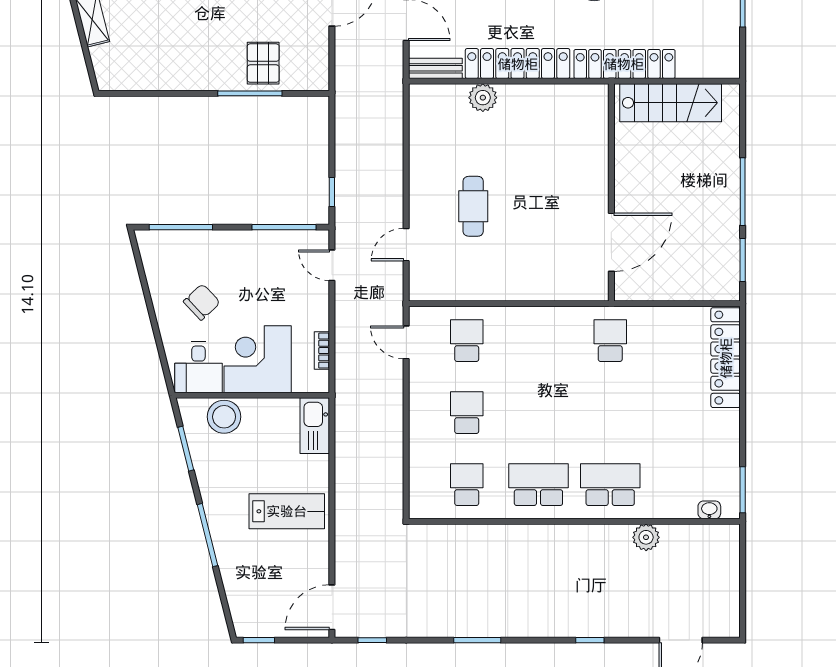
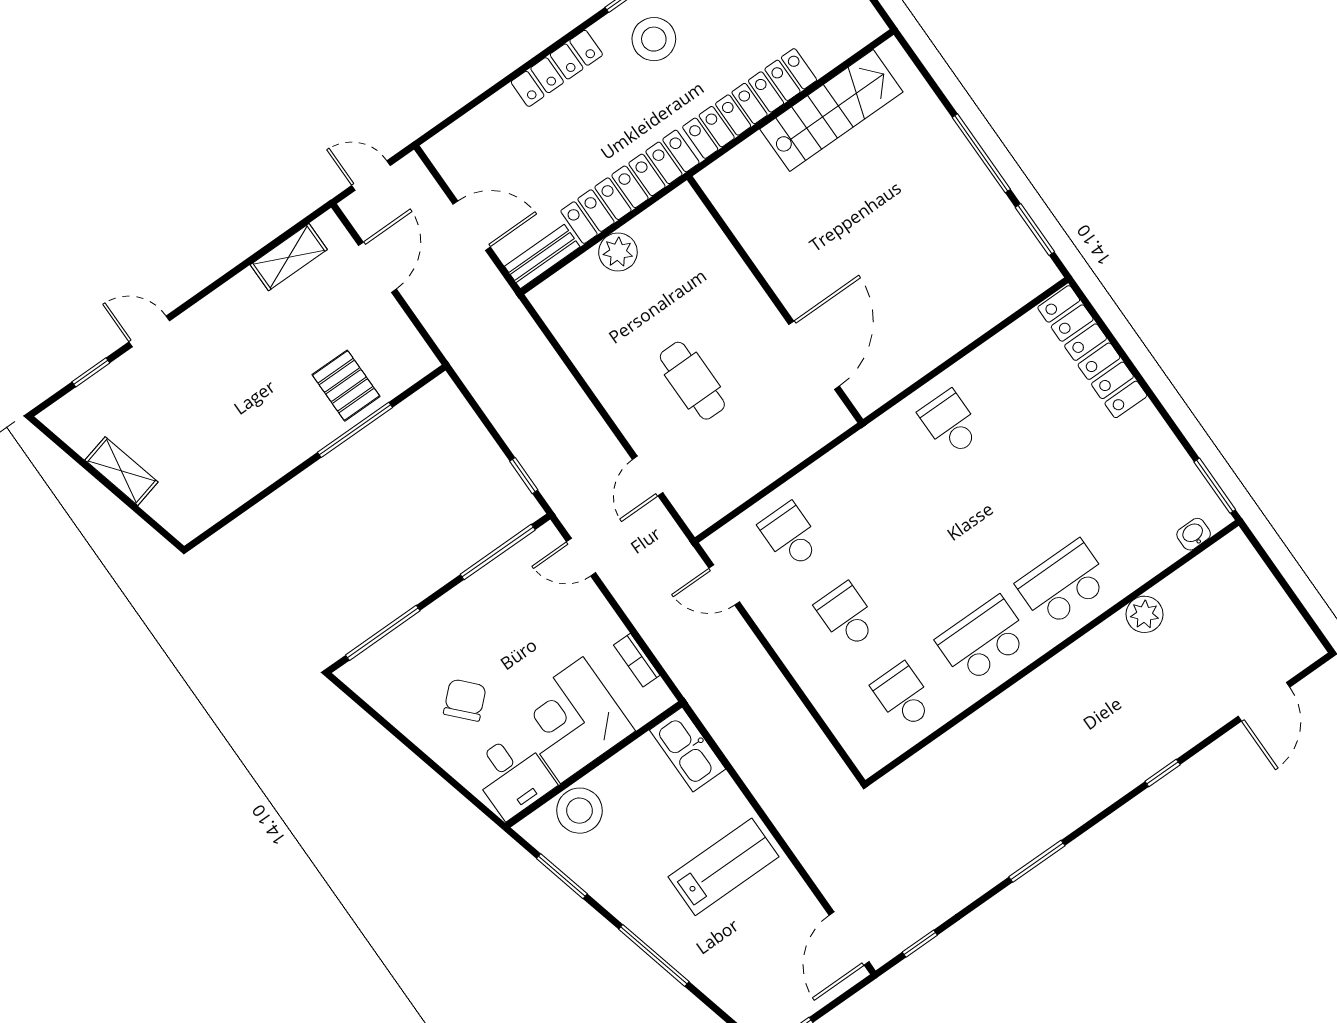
wall: (611, 192) -> (775, 300), moved
door: (611, 242) -> (814, 355), moved

